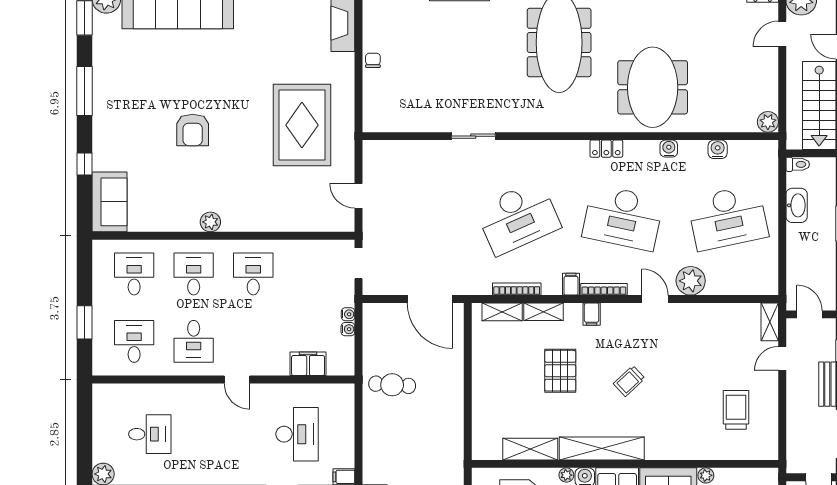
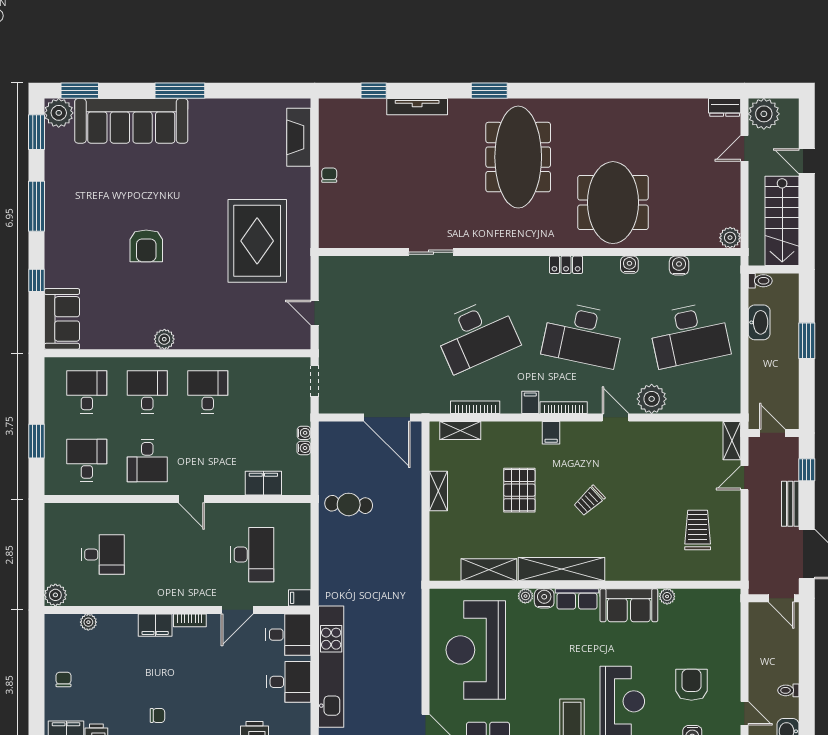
shelving: (543, 312) -> (438, 491), moved, turned 90

